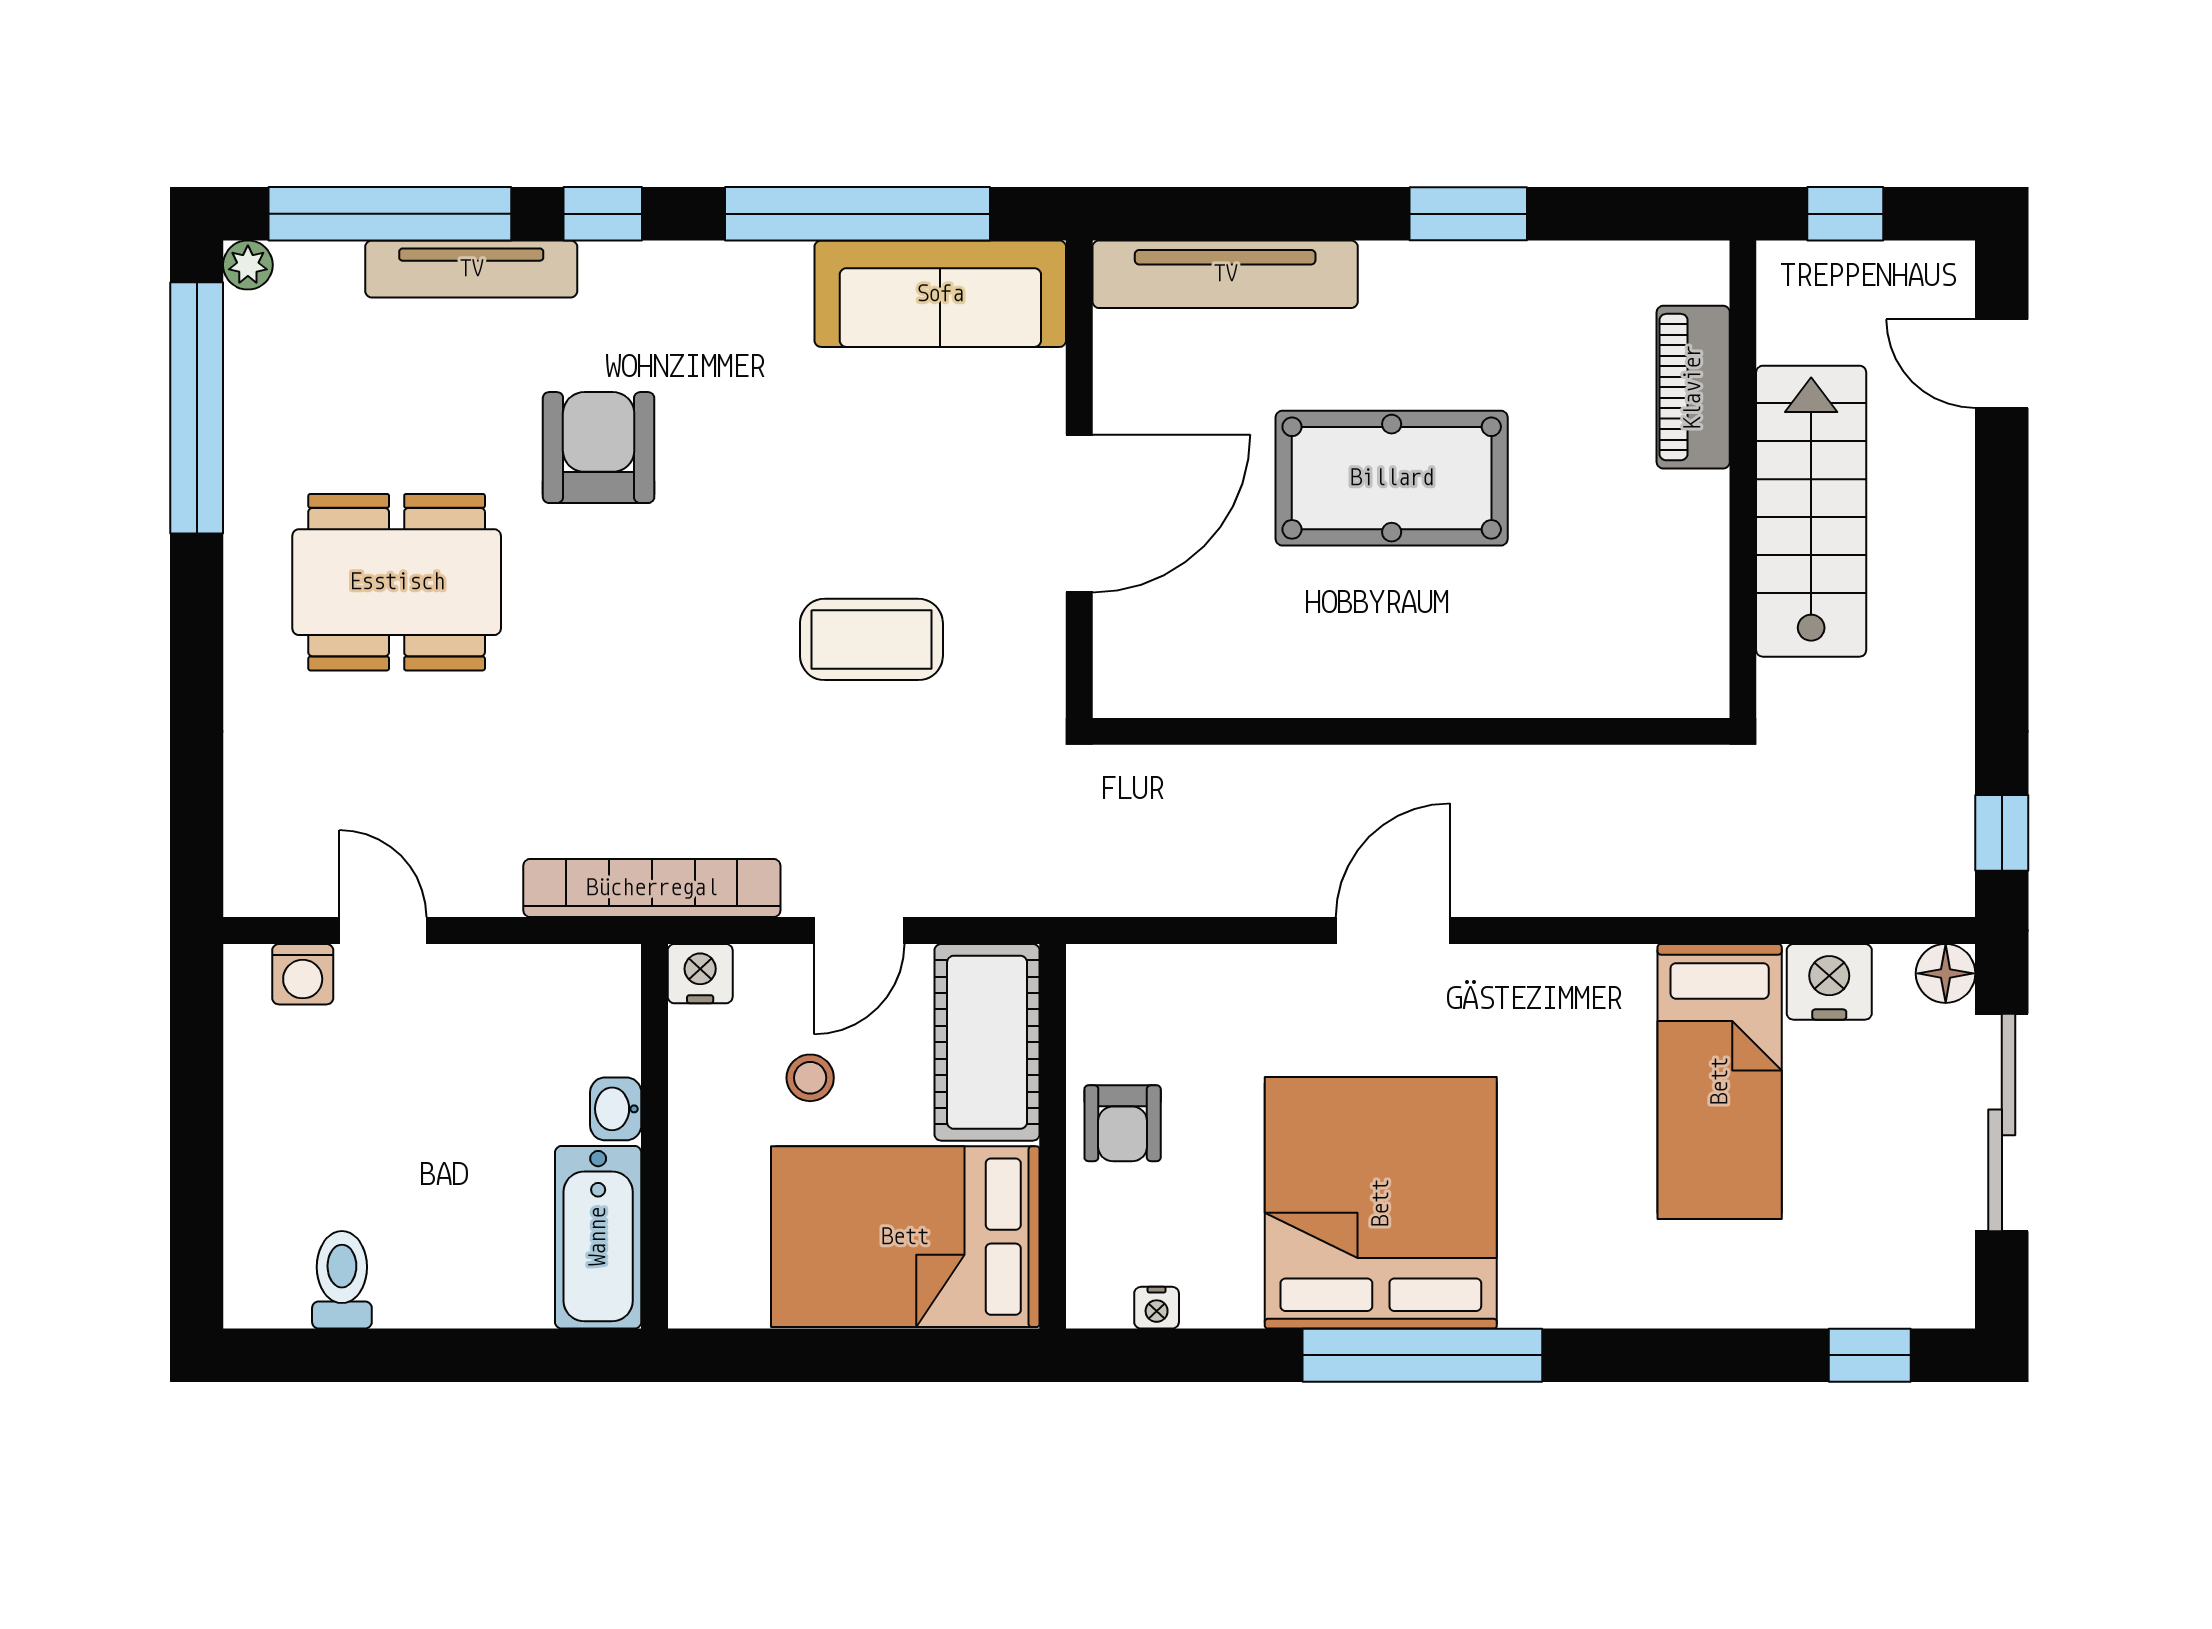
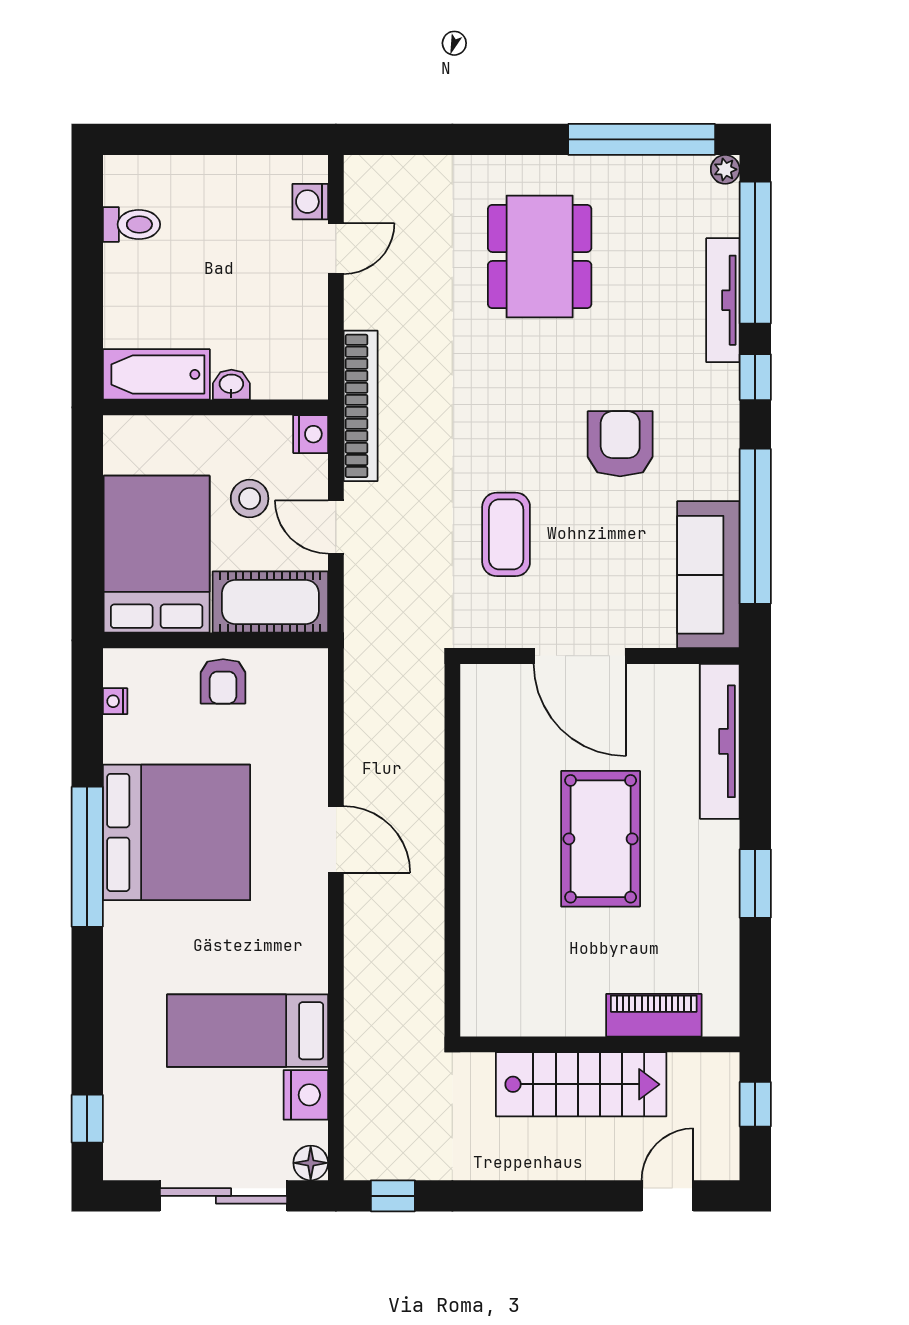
armchair: (599, 448) -> (620, 444), moved, turned -90
stool: (810, 1078) -> (250, 499), width x1.37, depth x1.37
armchair: (1123, 1123) -> (223, 681), turned -90

